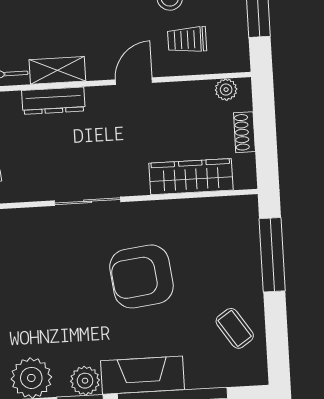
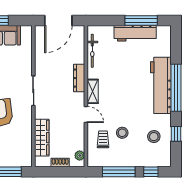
shelving: (57, 70) -> (93, 91), moved

